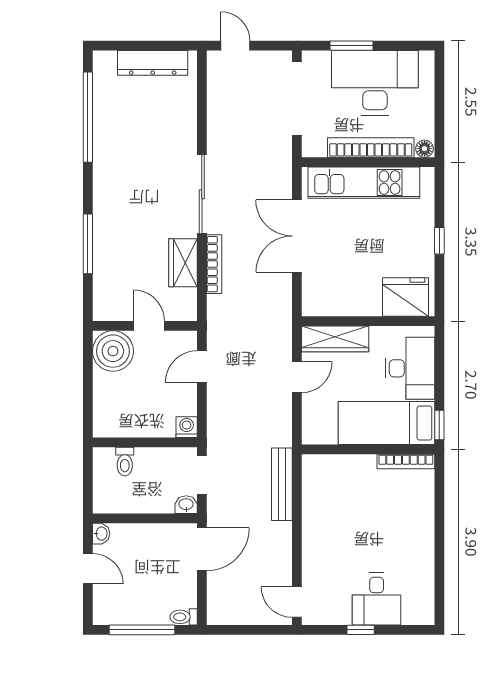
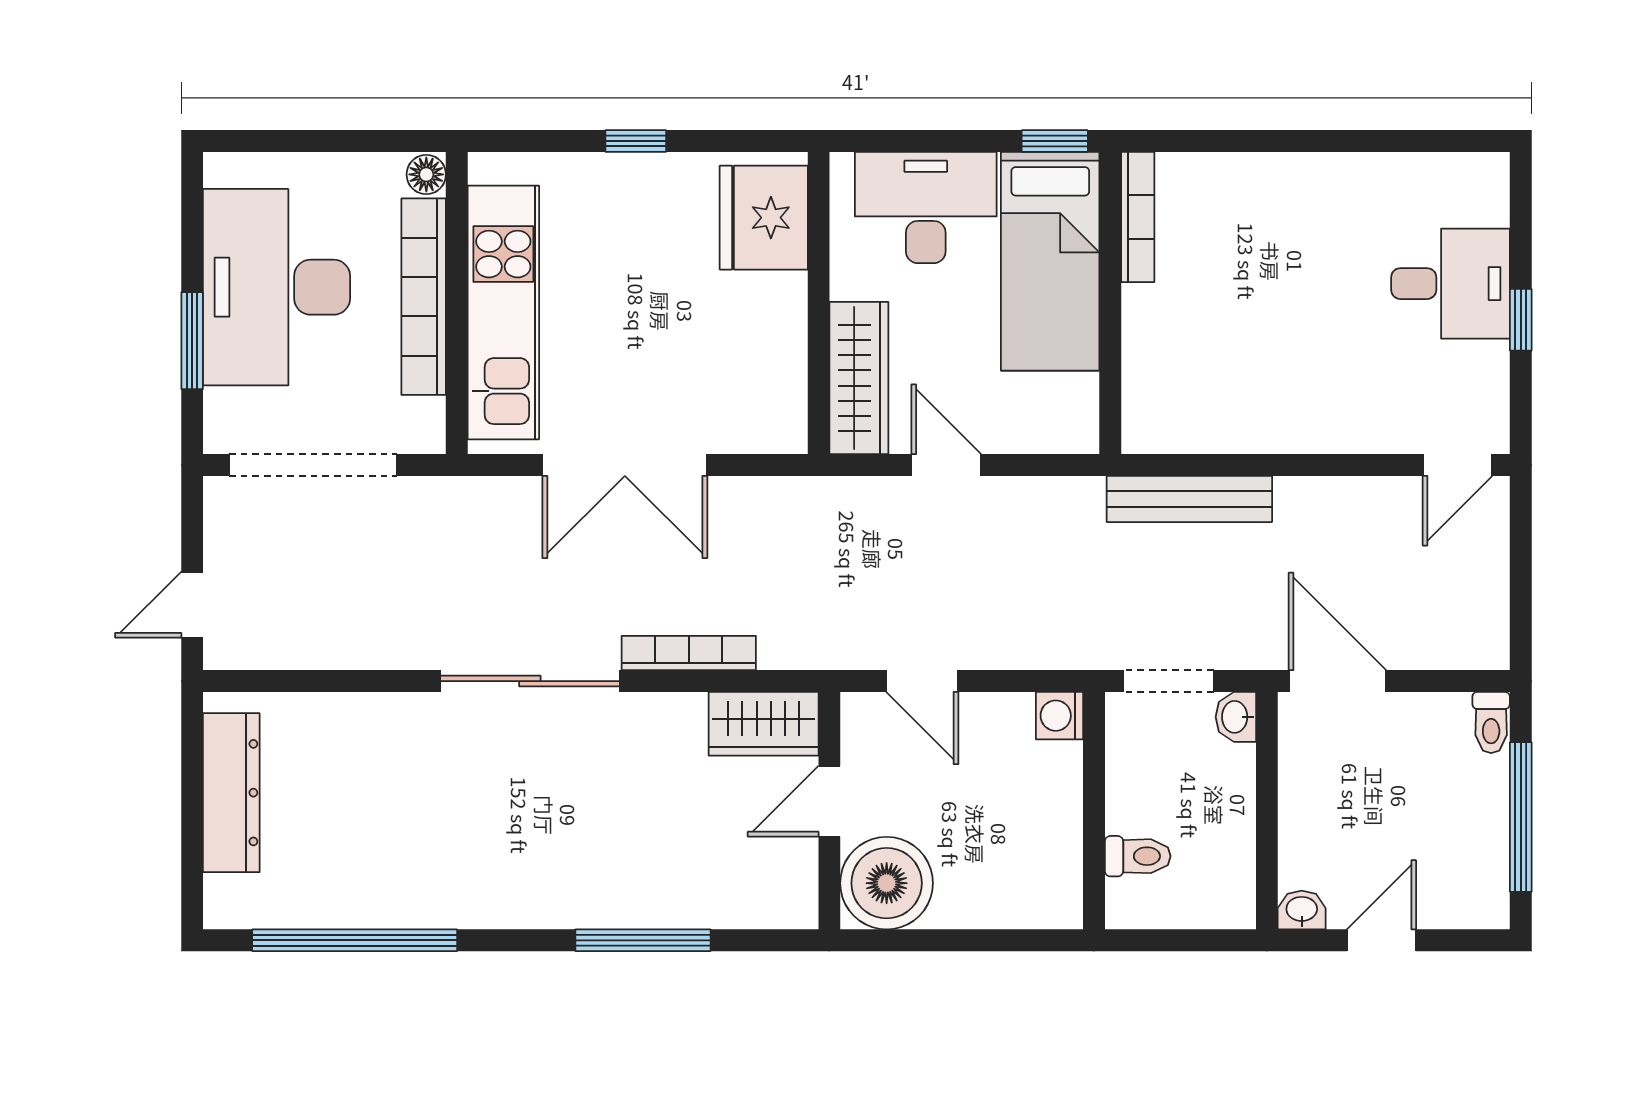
wardrobe: (183, 263) -> (764, 724), moved

